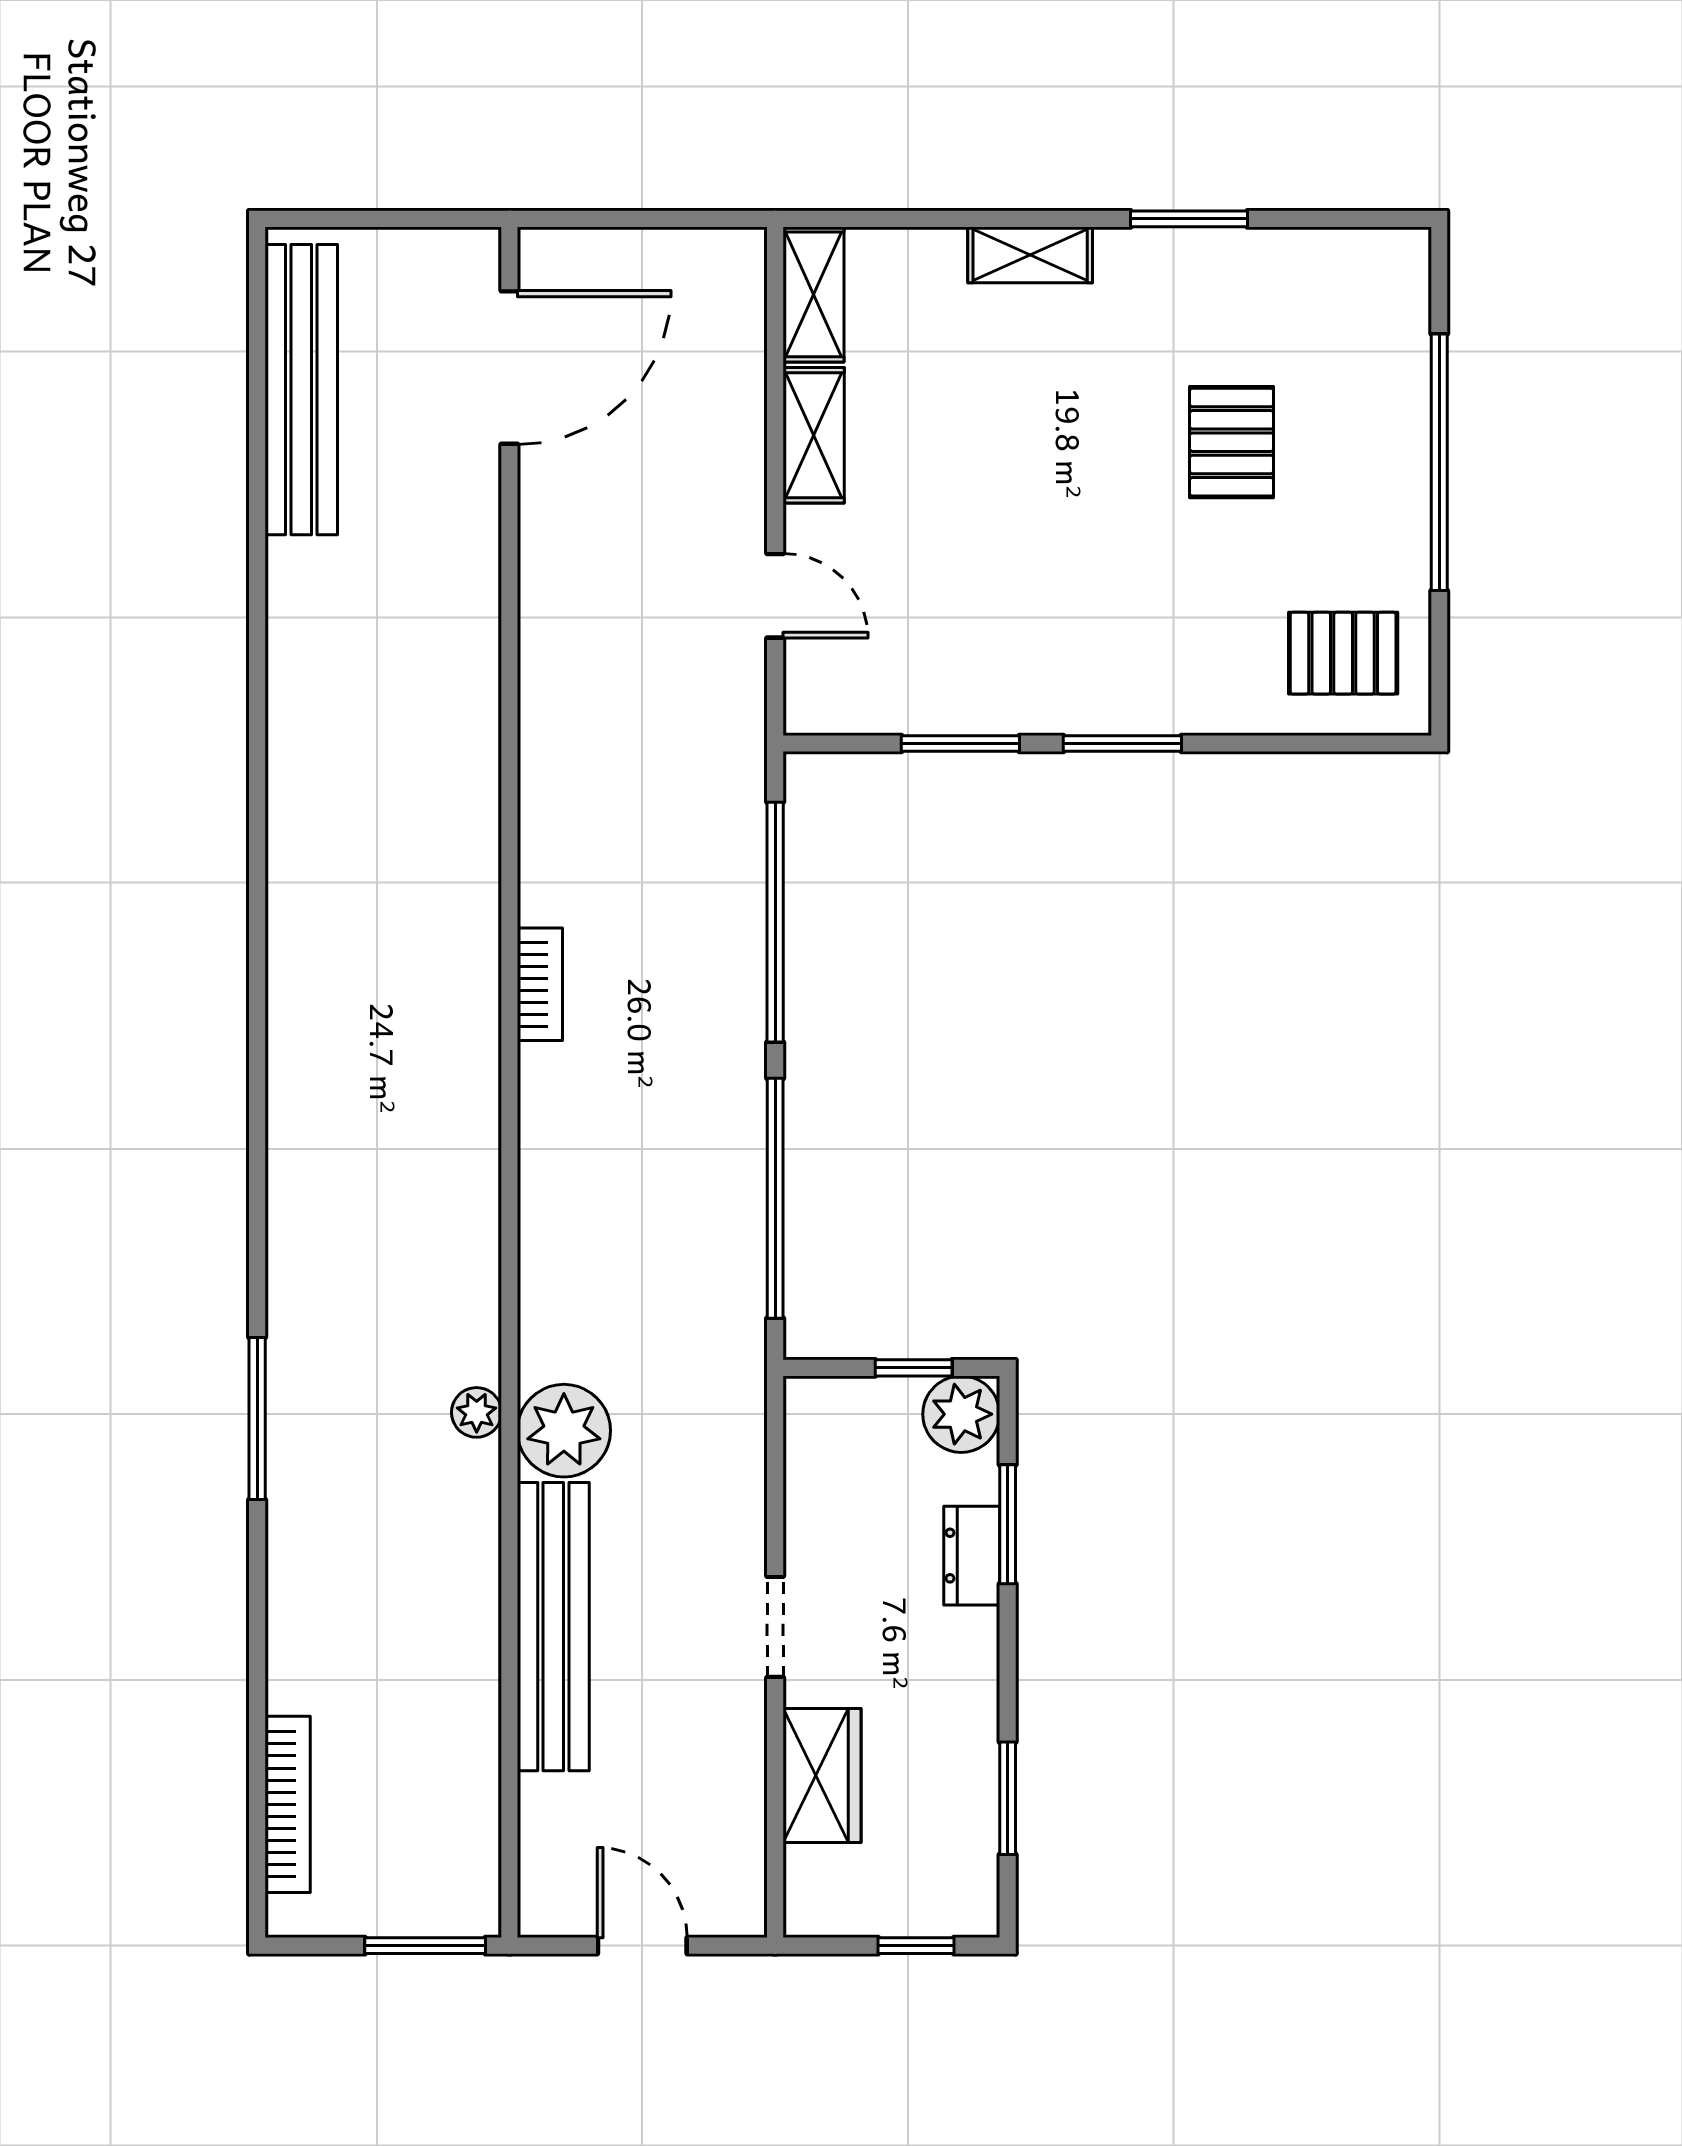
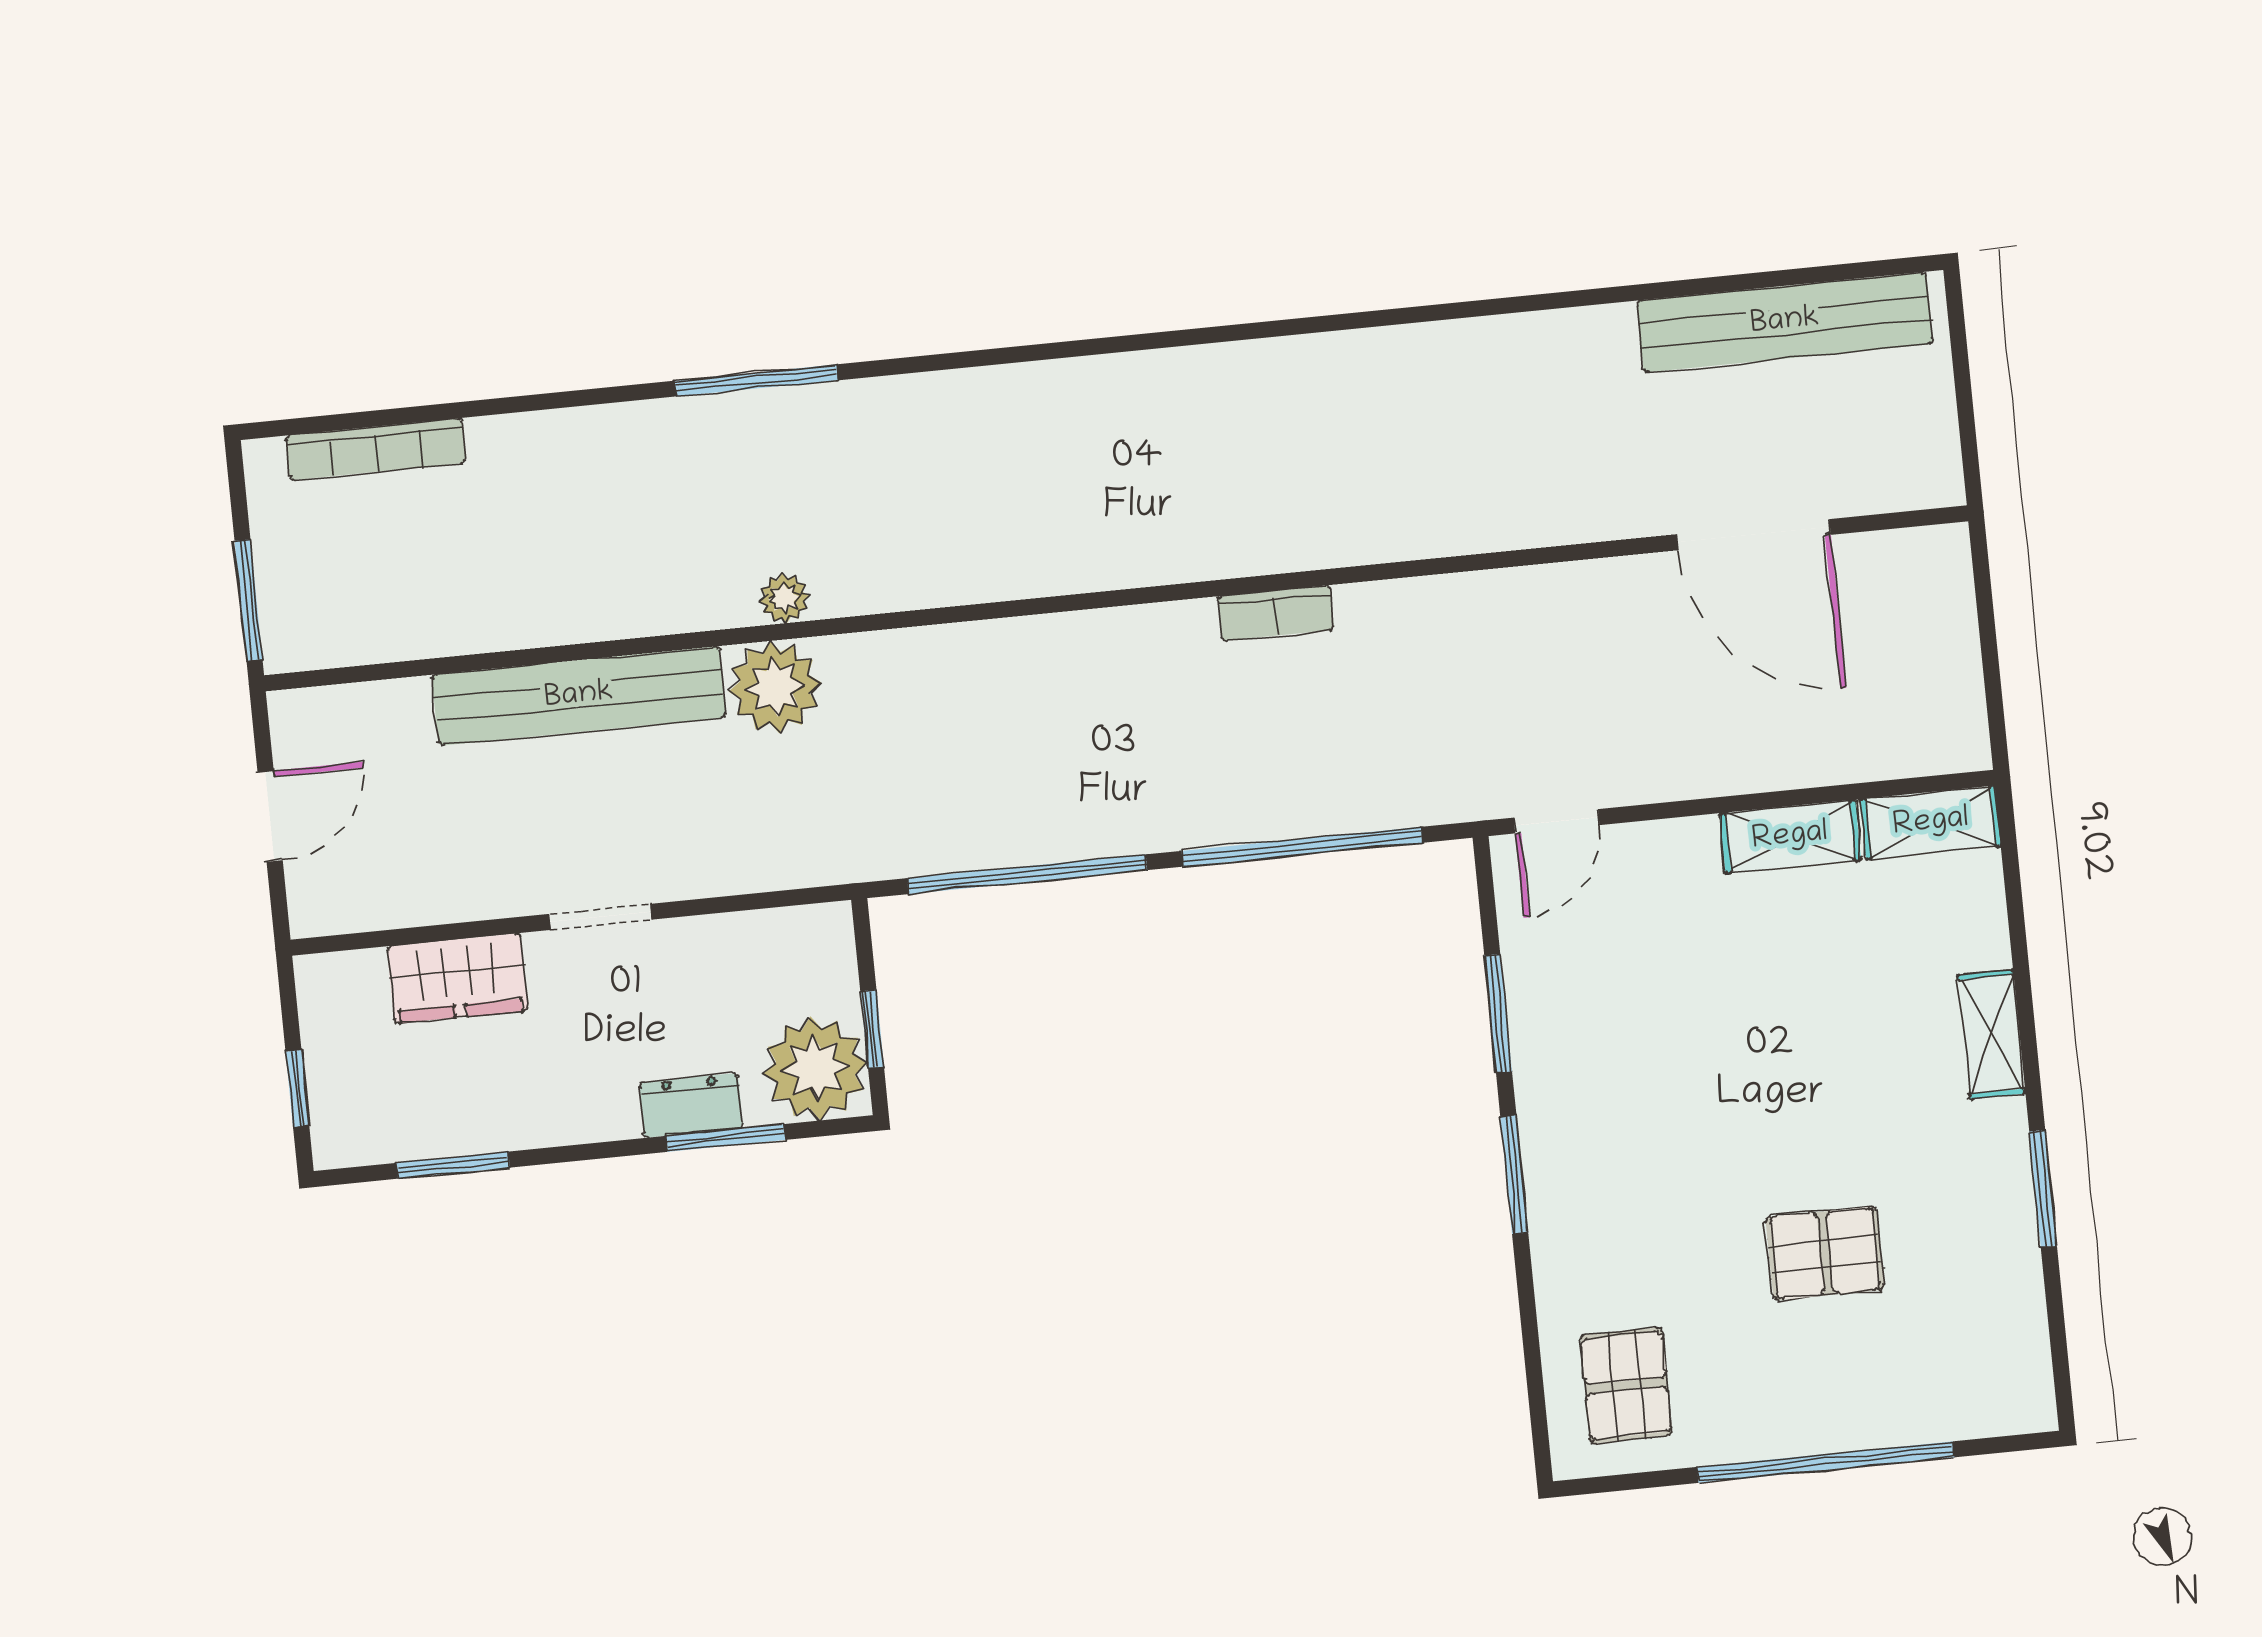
door: (509, 368) -> (1754, 535), moved
door: (775, 596) -> (1557, 821), moved
bookcase: (540, 984) -> (1276, 613), moved
plant: (961, 1414) -> (815, 1068), width x1.36, depth x1.36

